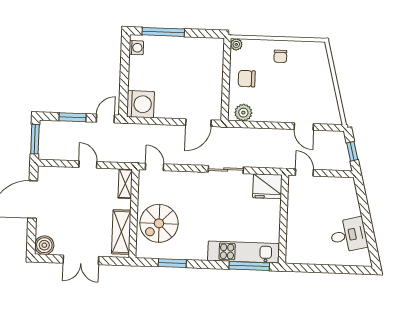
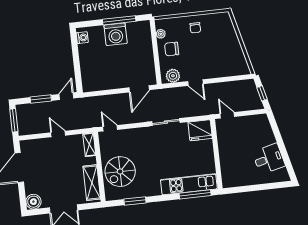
window: (163, 32) -> (119, 20), moved
plant: (236, 44) -> (161, 34), moved
washing machine: (141, 104) -> (116, 34), moved, turned 90
door: (304, 127) -> (195, 83), moved

